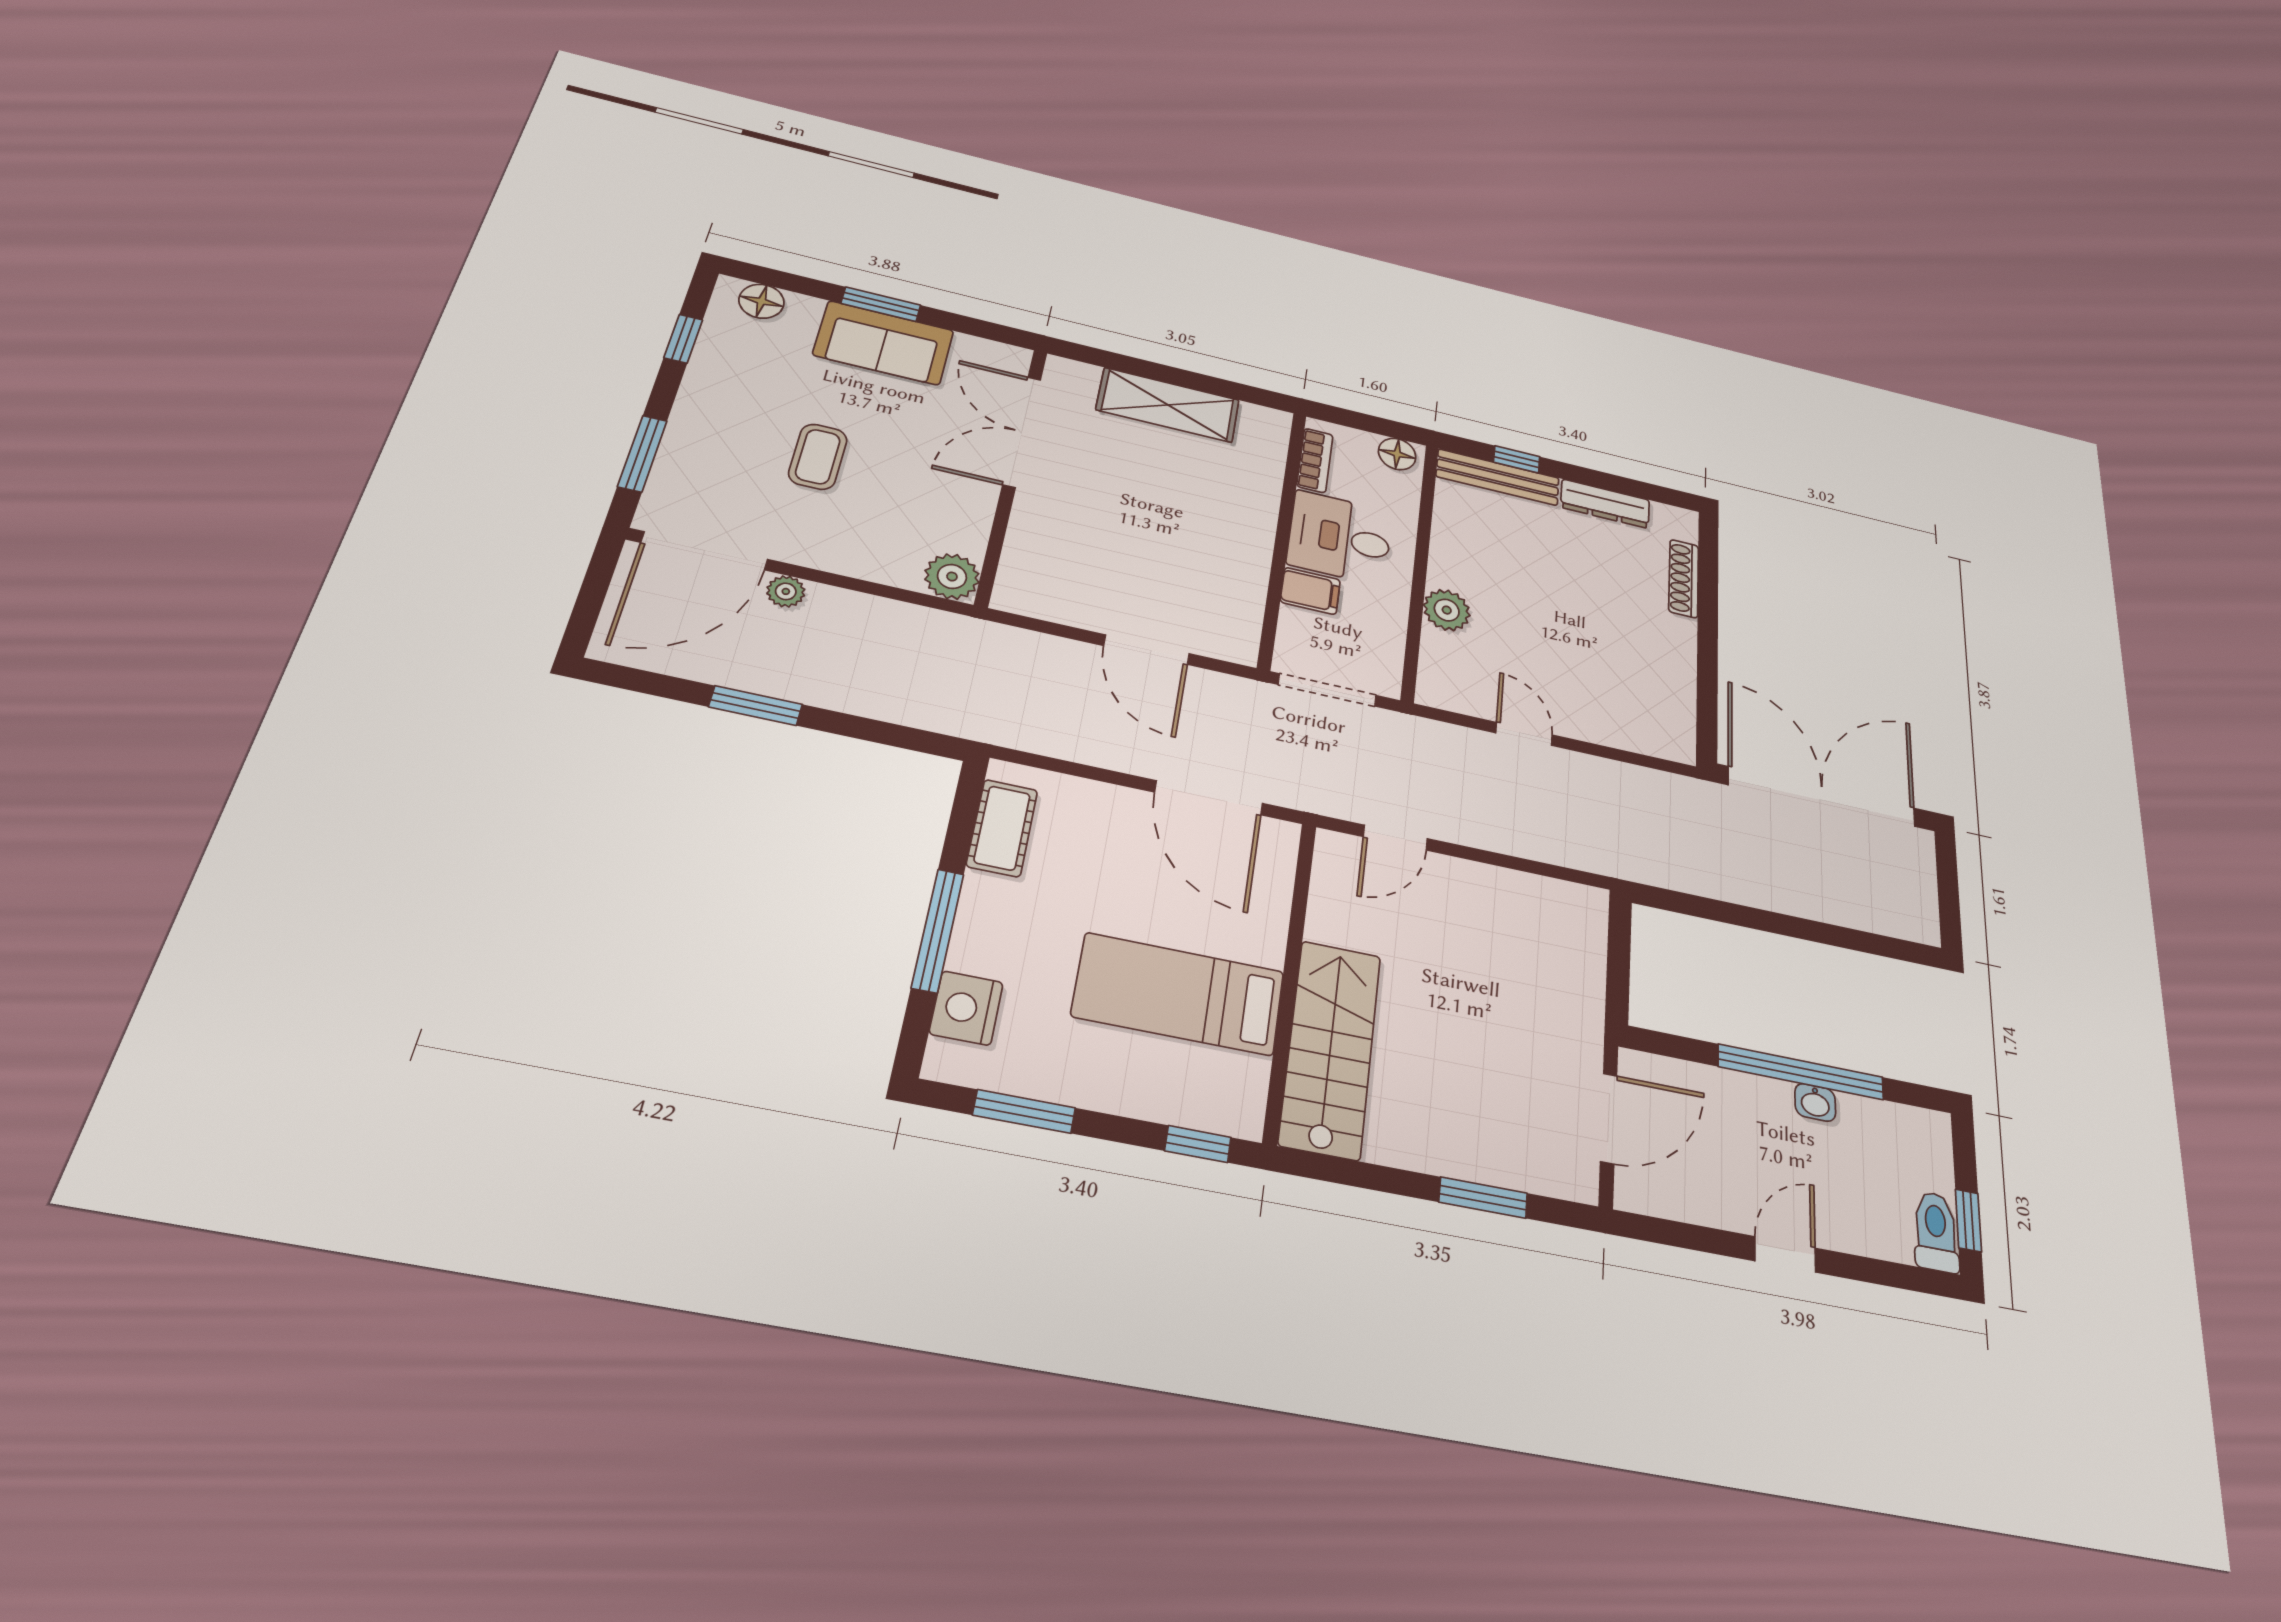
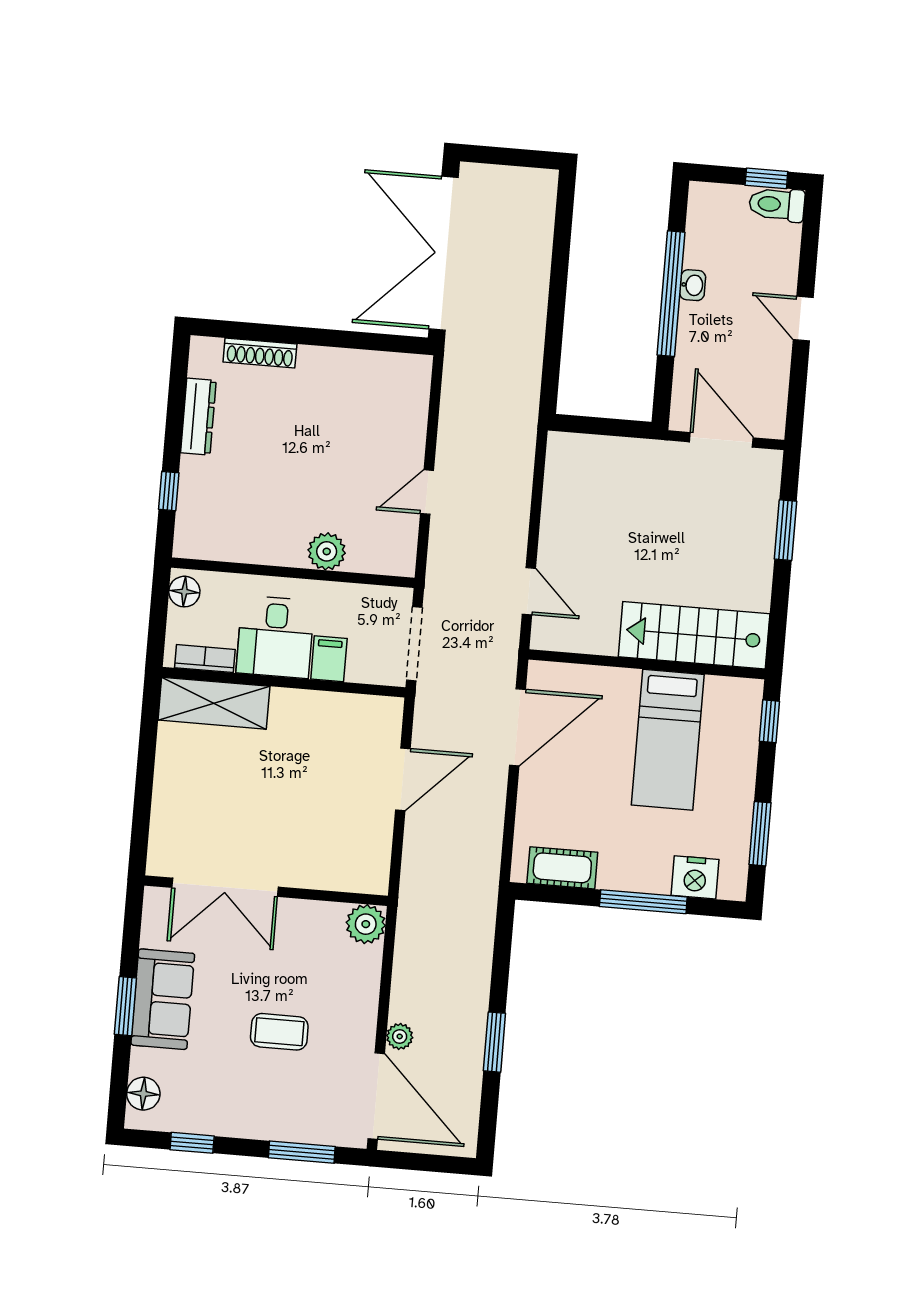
shelving: (1168, 405) -> (214, 703), moved, turned 90
bench: (1498, 477) -> (190, 508), removed

